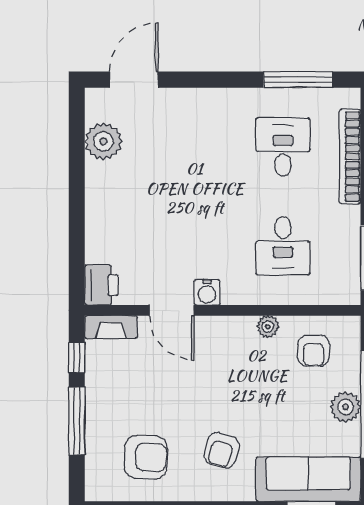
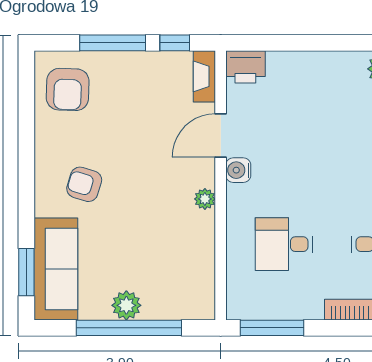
plant: (268, 327) -> (205, 199), moved
armchair: (313, 351) -> (181, 274), removed
armchair: (146, 457) -> (68, 89), moved

